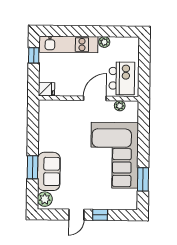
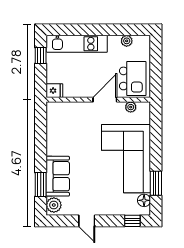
plant: (104, 42) -> (127, 41), moved
window: (33, 167) -> (41, 185), moved
floor lamp: (132, 196) -> (144, 200), added
door: (76, 215) -> (87, 221), hinge flipped
window: (100, 215) -> (132, 221), moved

